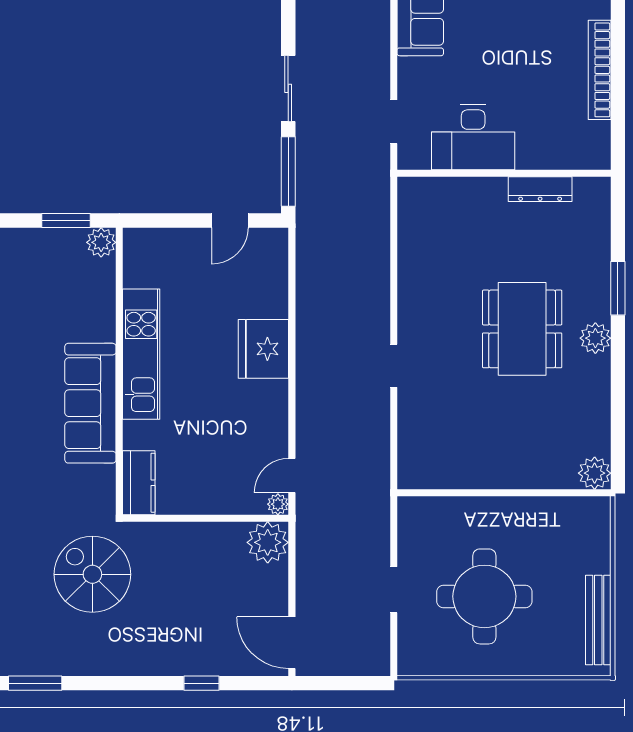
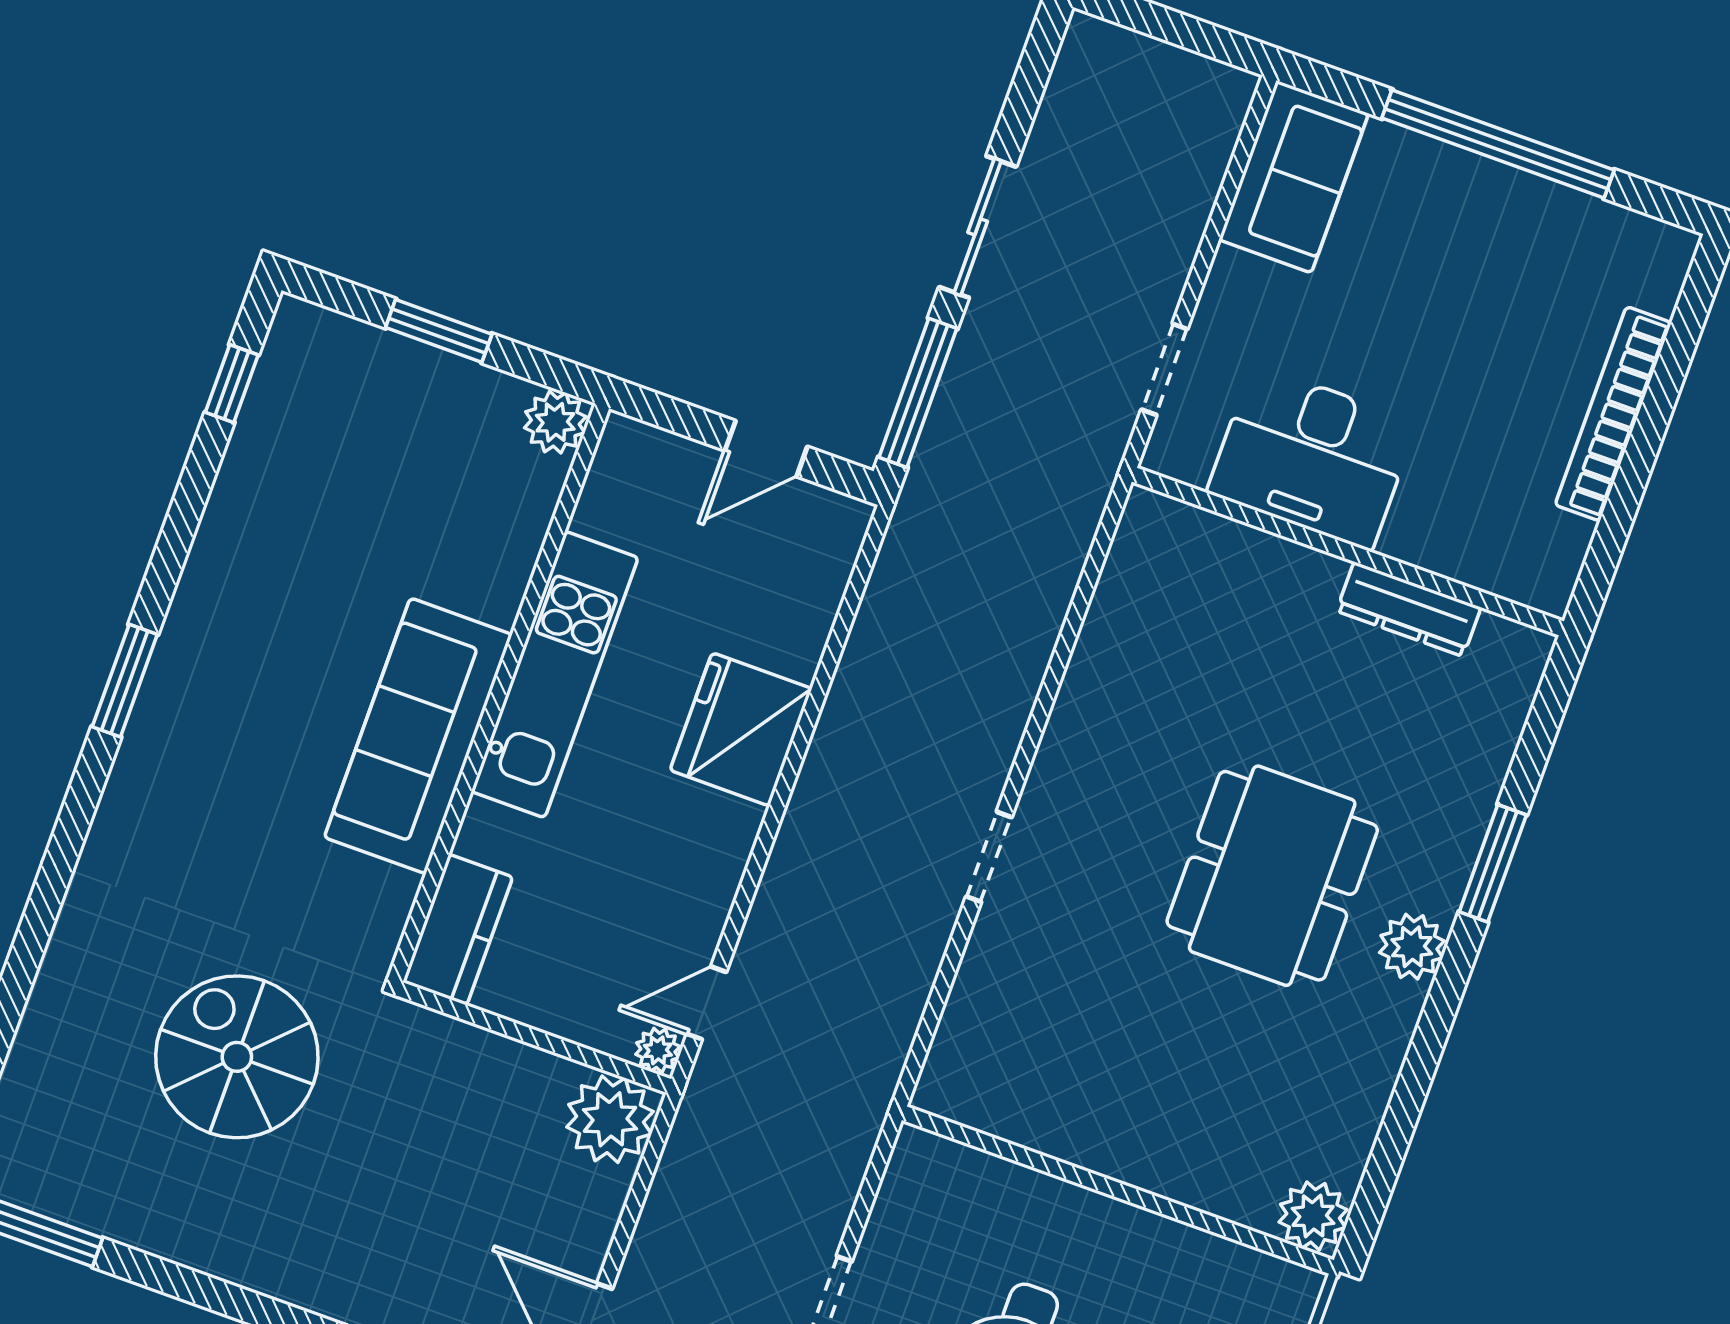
plant: (101, 242) -> (555, 422), moved
kitchen unit: (141, 354) -> (555, 675), moved
wall: (119, 371) -> (499, 693), moved
sofa: (90, 403) -> (418, 736), moved
kitchen counter: (139, 483) -> (458, 930), moved

